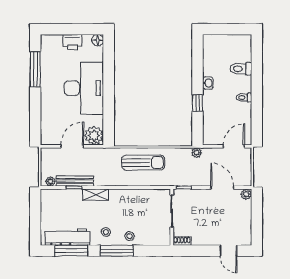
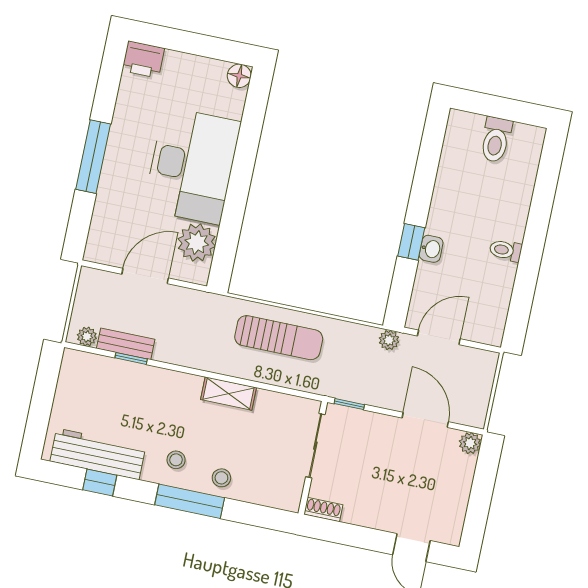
printer: (72, 42) -> (143, 59), moved
window: (35, 69) -> (93, 157), moved
toilet: (241, 69) -> (496, 140), moved, turned -90
washbasin: (208, 83) -> (431, 249), moved
plant: (94, 135) -> (197, 243), moved
door: (234, 146) -> (439, 337), moved
bench: (75, 181) -> (126, 344), width x0.73
shelving: (96, 195) -> (228, 393), moved
window: (71, 251) -> (100, 483), width x0.46

